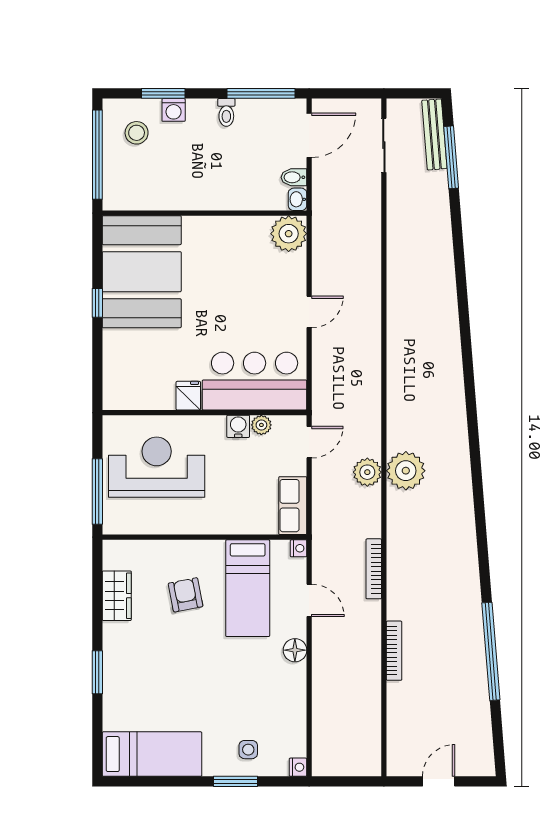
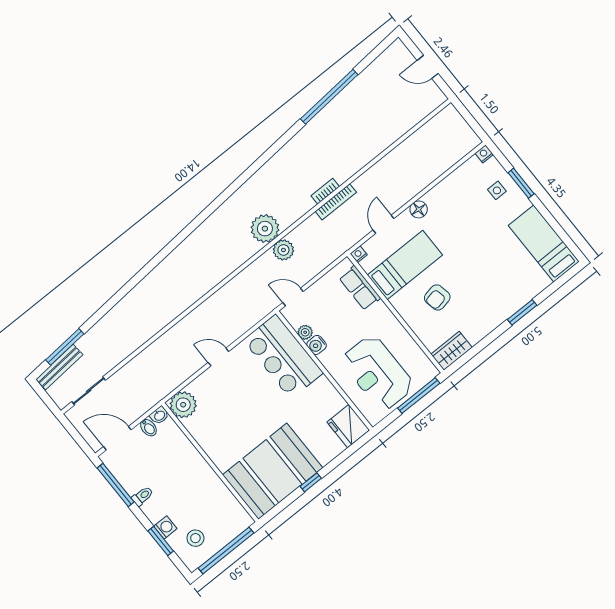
fridge: (188, 396) -> (348, 426), moved, width x1.88, depth x1.34
row of seats: (293, 506) -> (360, 288), moved, turned 90
wardrobe: (117, 596) -> (452, 351), moved
bookcase: (394, 651) -> (325, 191), moved, width x0.64

